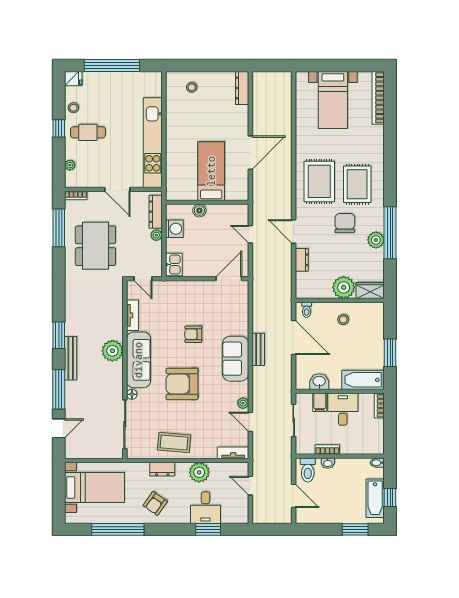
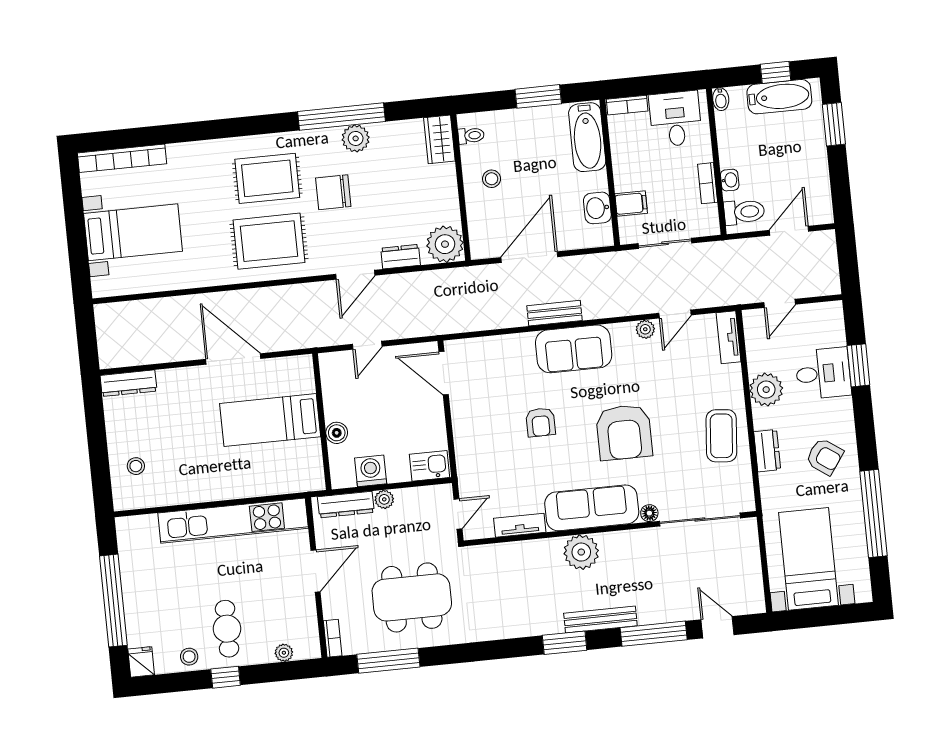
plant: (344, 287) -> (445, 244), moved
toilet: (307, 310) -> (471, 136), moved
desk: (343, 409) -> (675, 119), moved, turned 90

